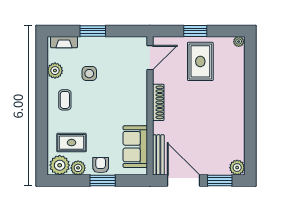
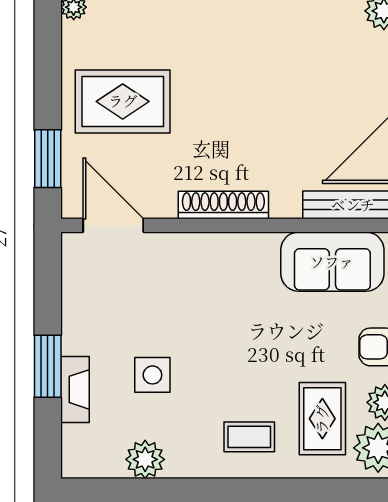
window: (195, 31) -> (48, 159), moved
fireplace: (64, 42) -> (75, 389), moved
coffee table: (65, 100) -> (249, 437), moved

